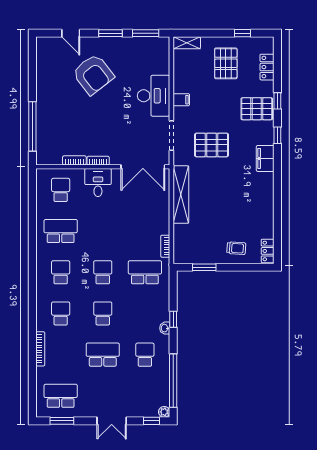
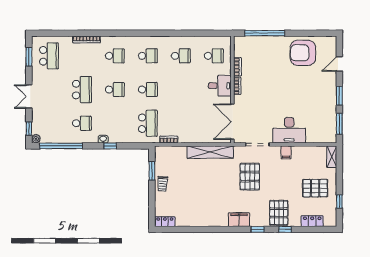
armchair: (93, 74) -> (303, 53), moved, turned 38
school desk: (61, 231) -> (181, 56), width x0.54
trolley: (236, 248) -> (162, 184), moved

